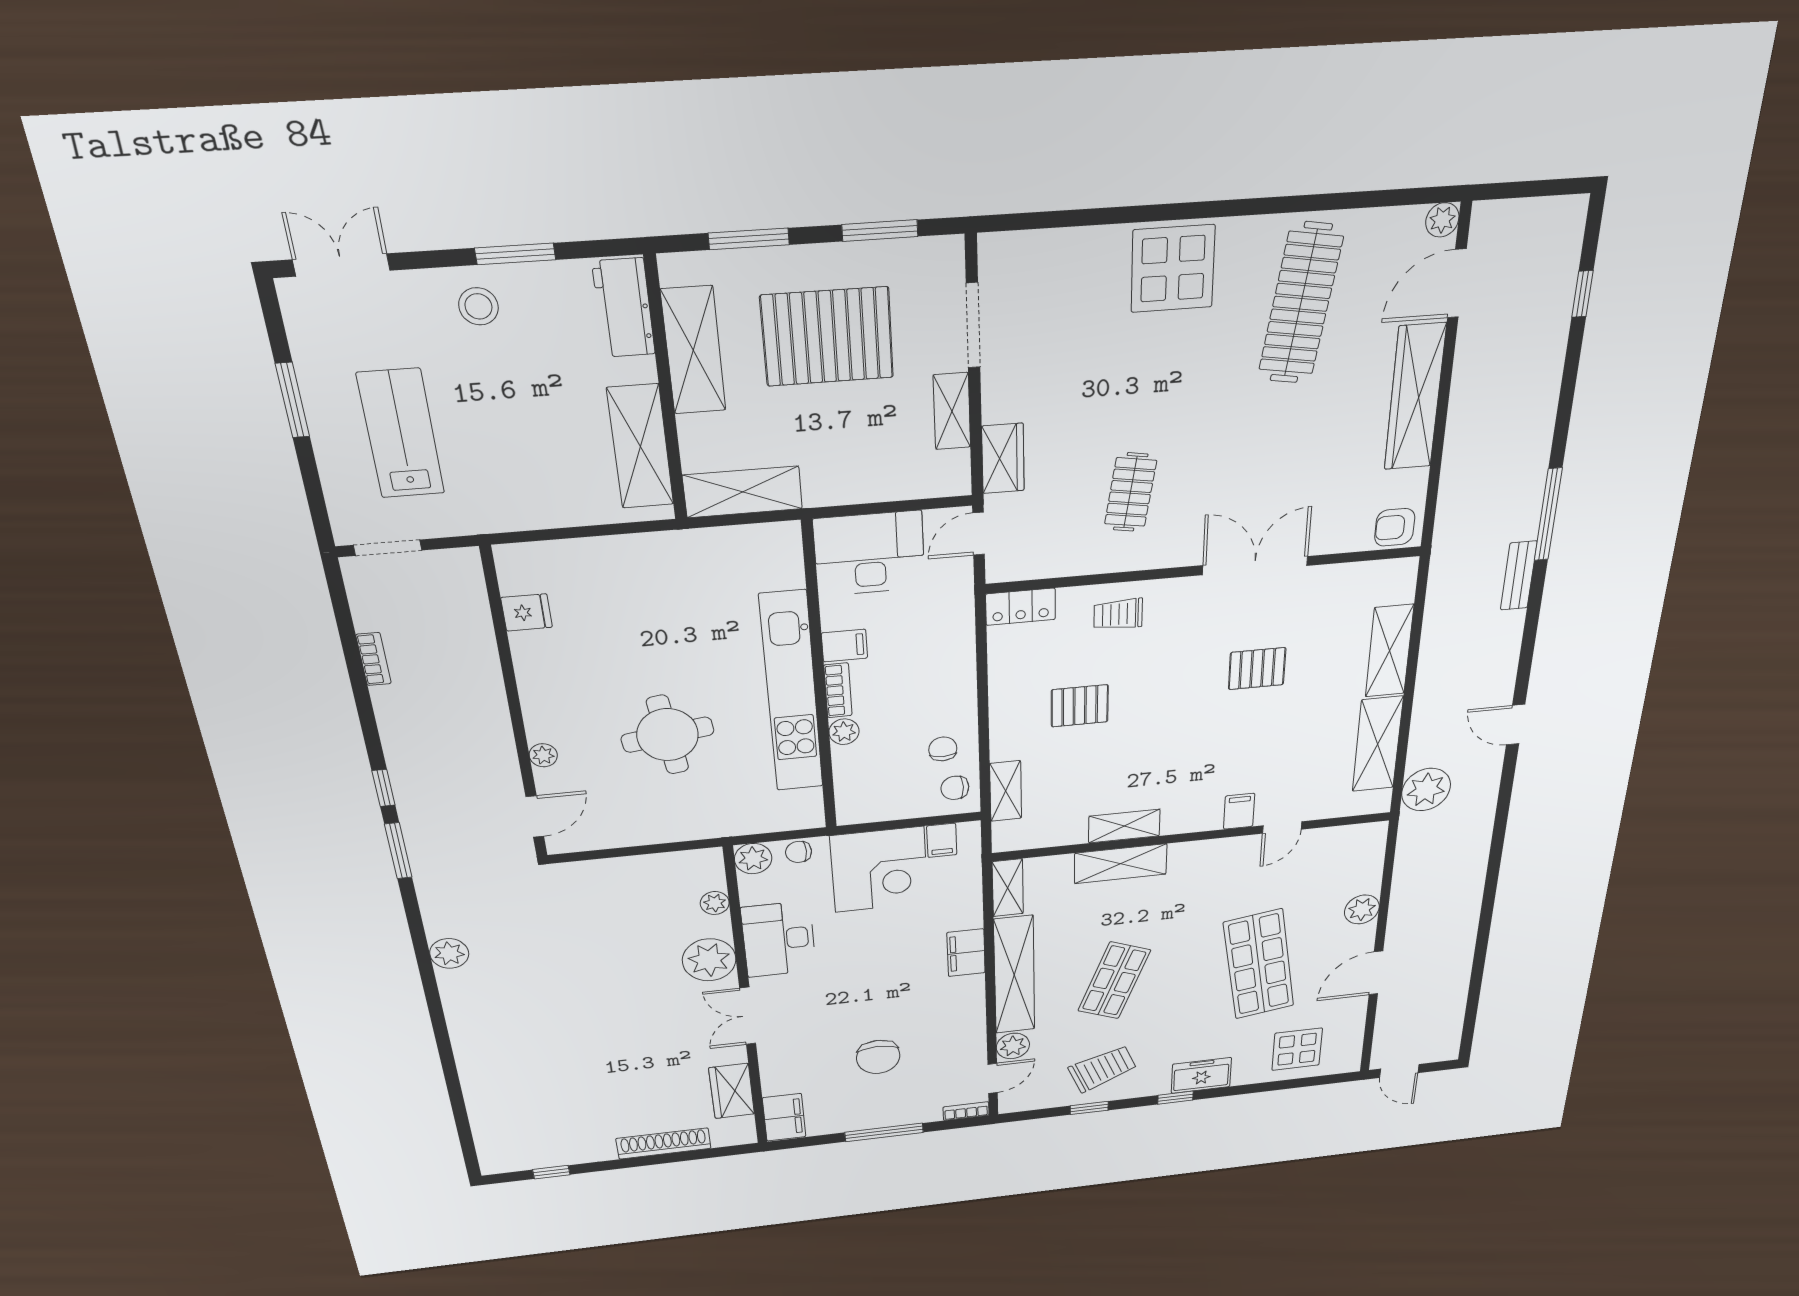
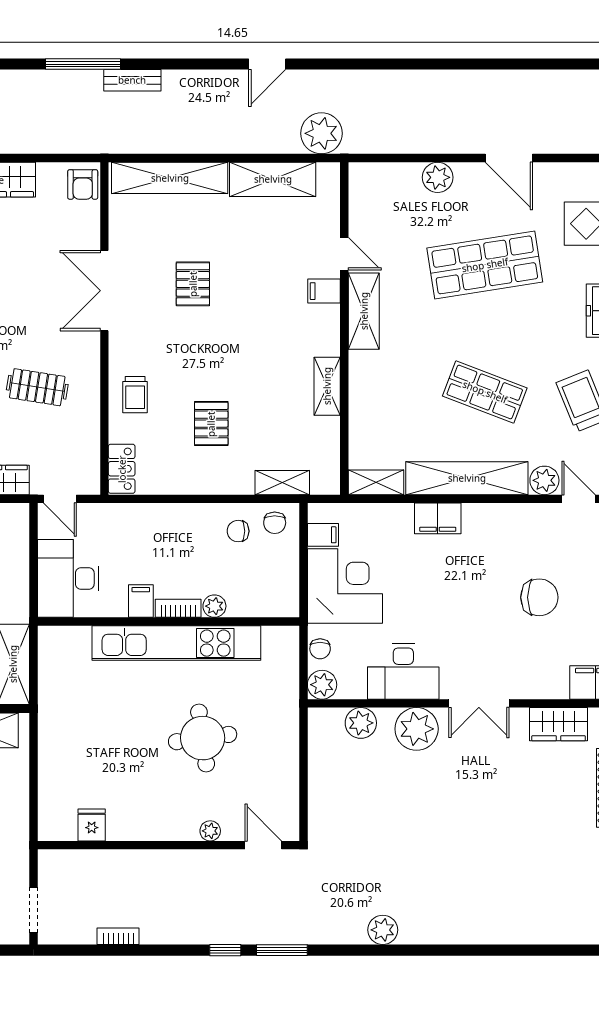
shelving: (1389, 651) -> (170, 178), width x1.47
shelving: (1121, 864) -> (364, 311), moved
plant: (715, 903) -> (361, 723), width x1.38, depth x1.38

